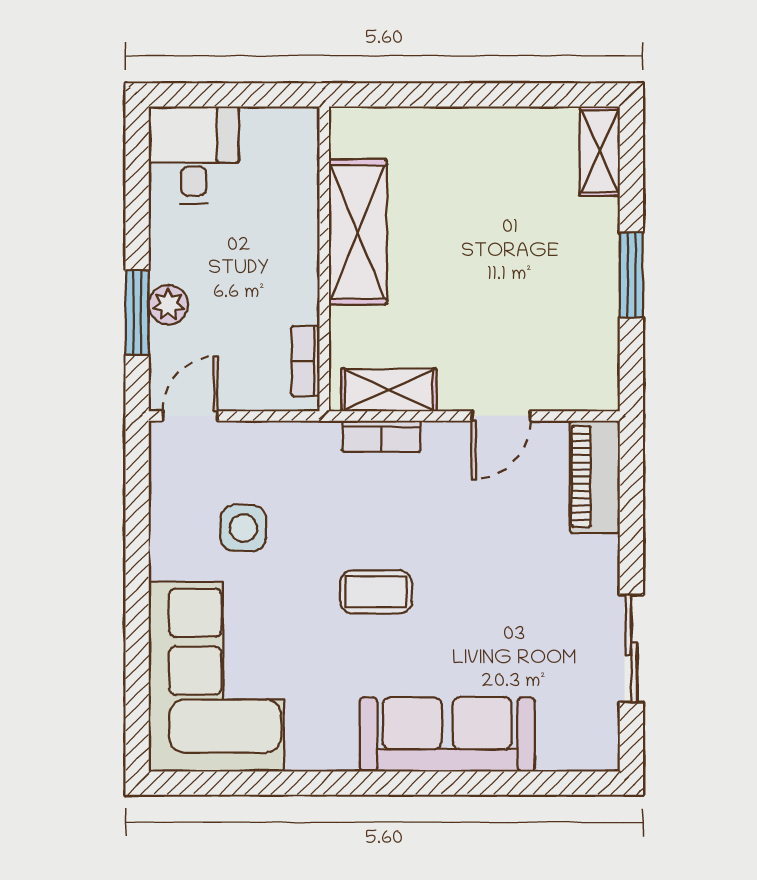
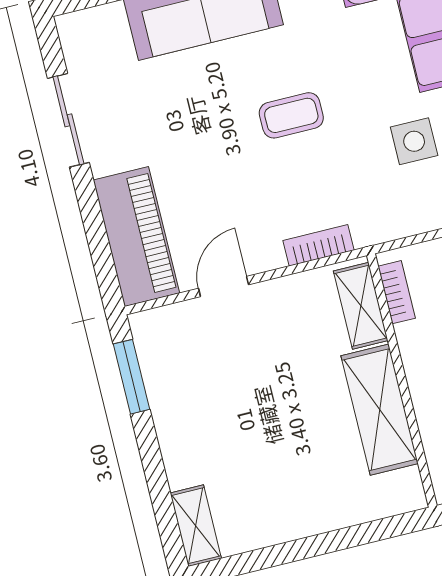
window: (631, 275) -> (131, 377), moved
shelving: (389, 390) -> (361, 306), moved, turned 90
piano: (595, 477) -> (136, 237), width x1.37, depth x1.33

